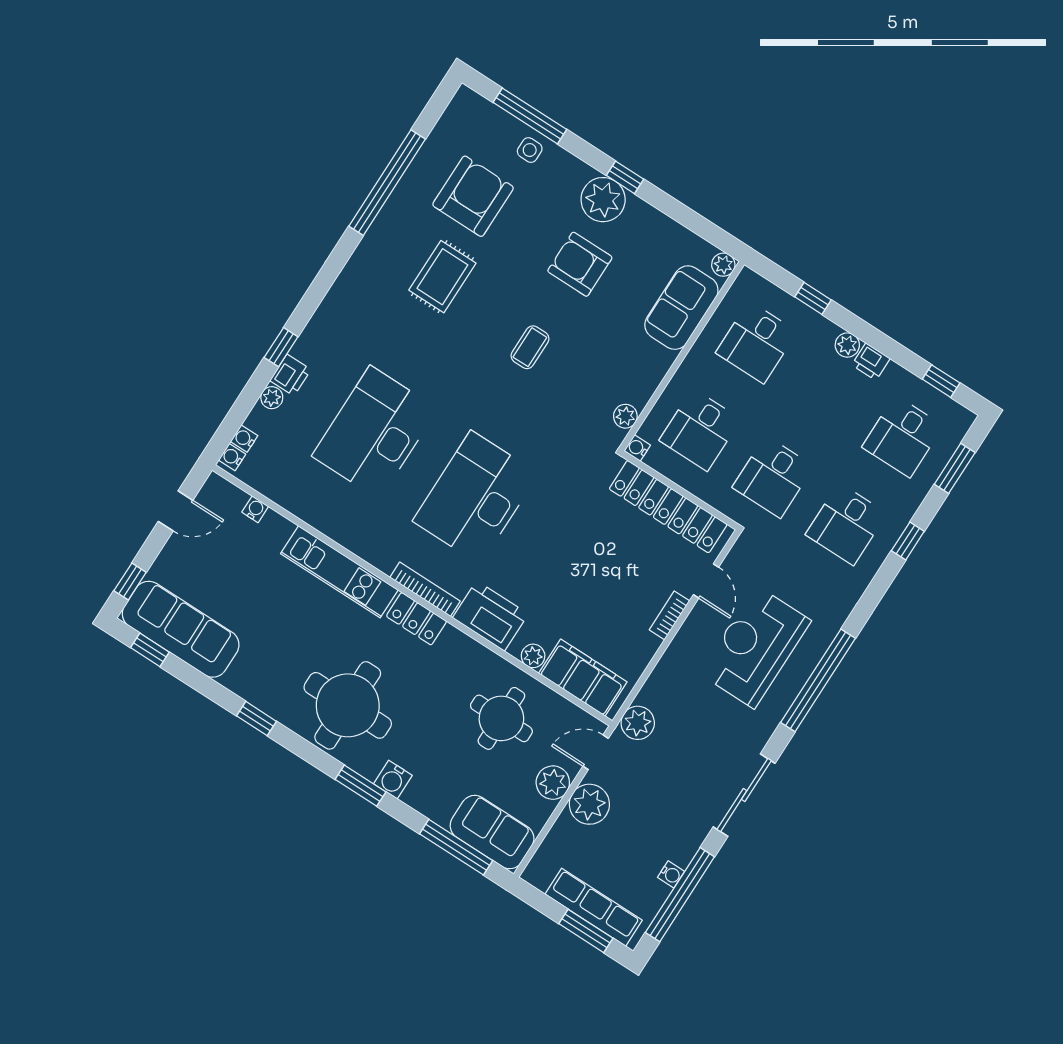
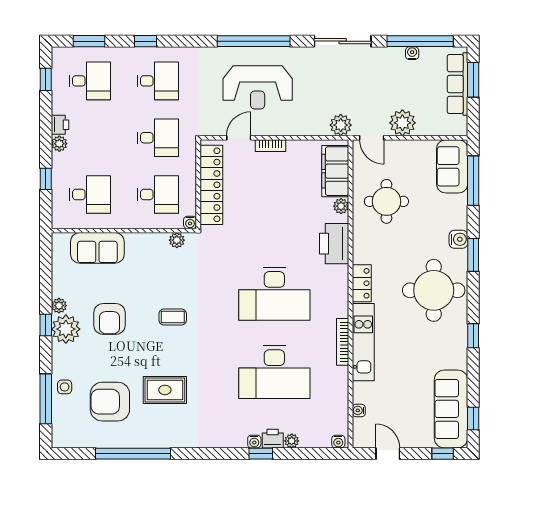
plant: (723, 265) -> (59, 306), moved
water cooler: (244, 439) -> (254, 442), moved
bookcase: (425, 589) -> (343, 342), moved
plant: (553, 783) -> (404, 150), removed

